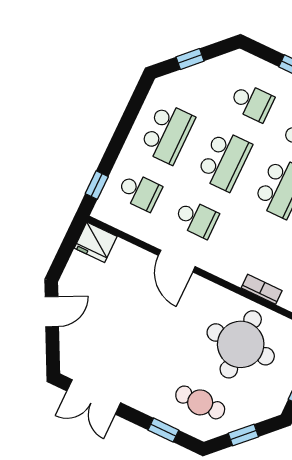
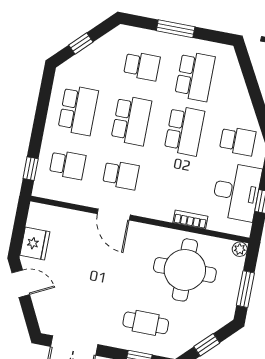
fridge: (96, 242) -> (35, 244), moved, turned -90
door: (52, 312) -> (21, 284), hinge flipped
cafe table: (200, 402) -> (146, 323), moved

